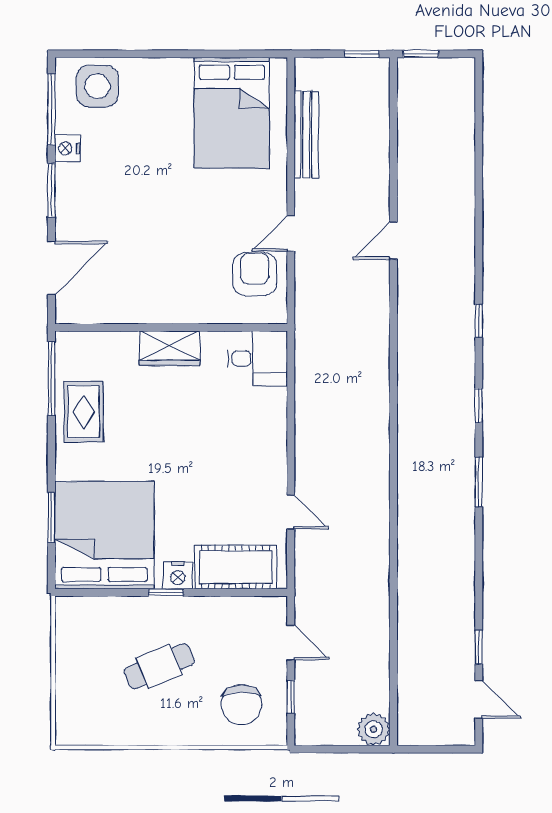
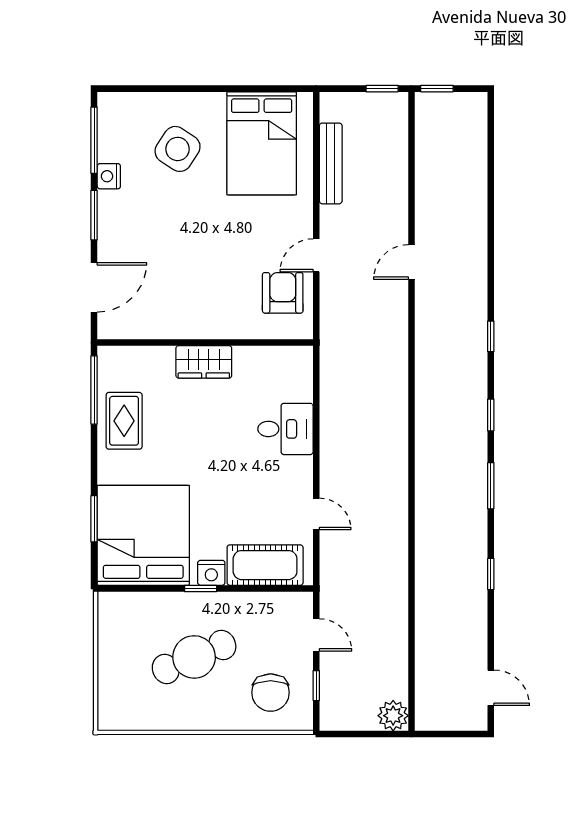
side table: (97, 86) -> (178, 149), moved, turned 33
desk: (258, 358) -> (285, 429), moved
window: (479, 647) -> (491, 574), moved
cafe table: (159, 666) -> (194, 657), width x1.37, depth x1.35

